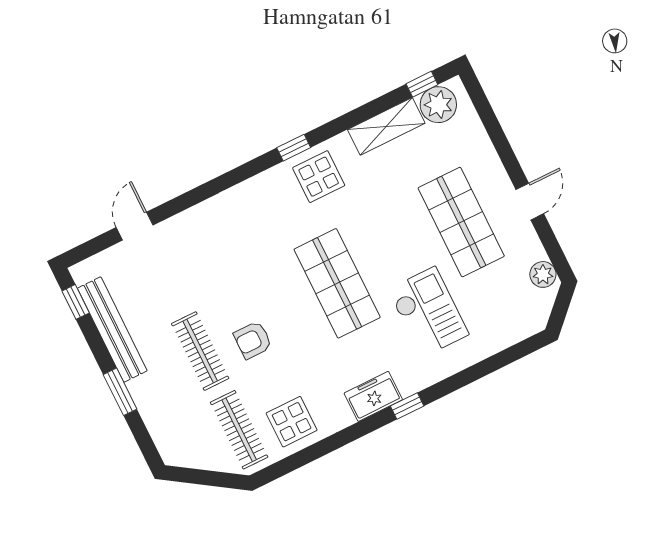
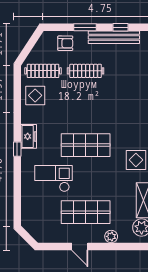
plant: (543, 274) -> (111, 236), moved
window: (76, 302) -> (121, 27), moved
checkout: (428, 312) -> (54, 179), turned 180
armchair: (253, 340) -> (65, 43), moved, turned 90

